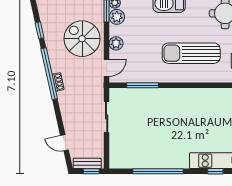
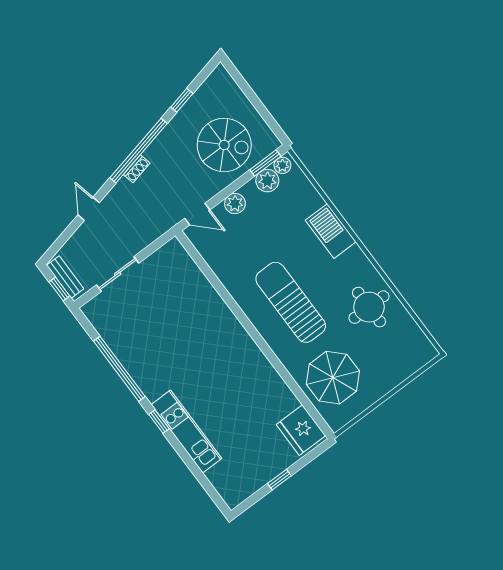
spiral stairs: (82, 39) -> (224, 145), moved, turned 90
window: (143, 85) -> (209, 273), removed
sliding door: (107, 117) -> (118, 274), moved
door: (64, 143) -> (89, 209), moved
window: (215, 171) -> (159, 422), moved

